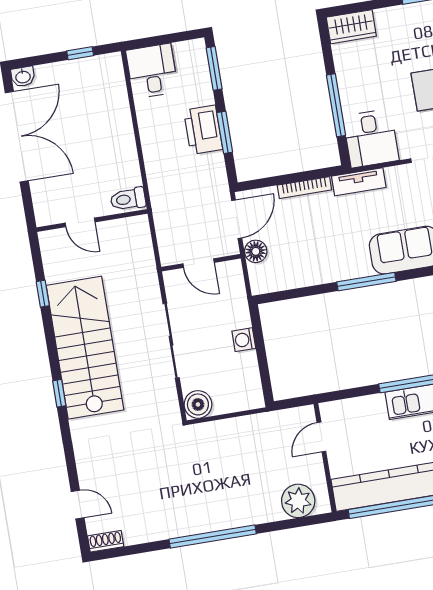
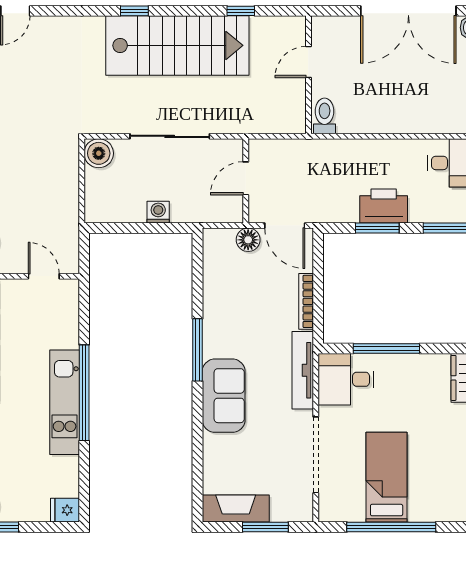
tv unit: (359, 182) -> (303, 370), width x1.41

